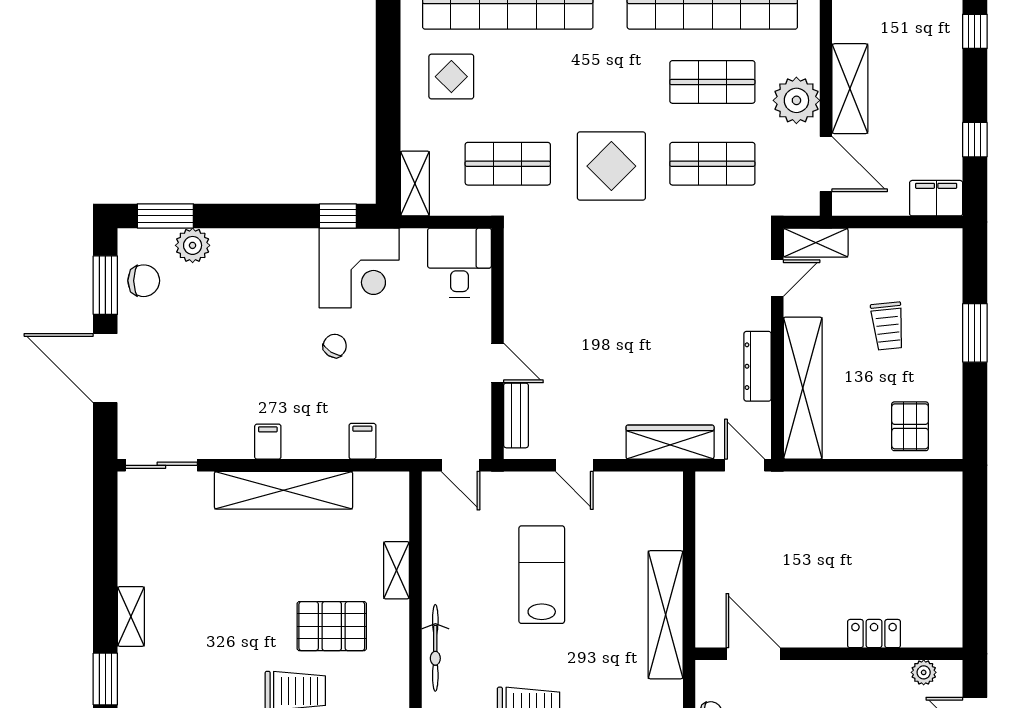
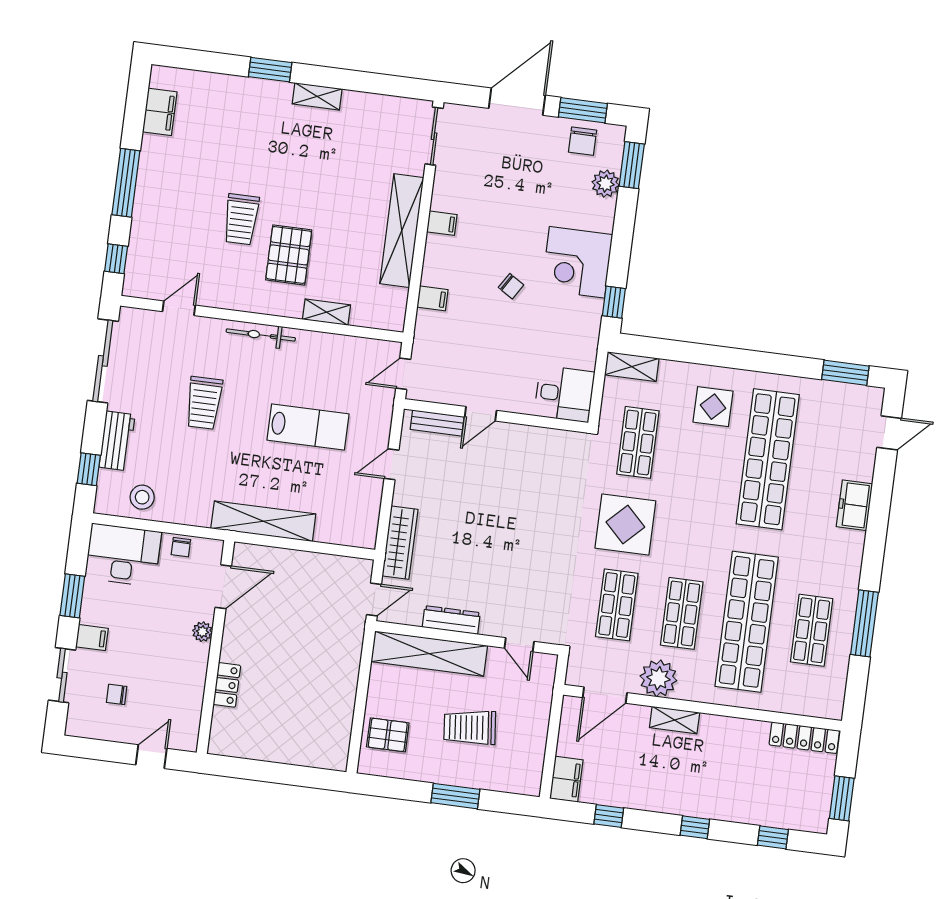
shelving: (850, 89) -> (675, 720), width x0.67, depth x0.75
shelving: (816, 243) -> (543, 679), removed
corner desk: (359, 268) -> (577, 262), moved
trolley: (888, 326) -> (470, 727), width x1.36, depth x1.39
plant: (924, 672) -> (202, 632), moved

